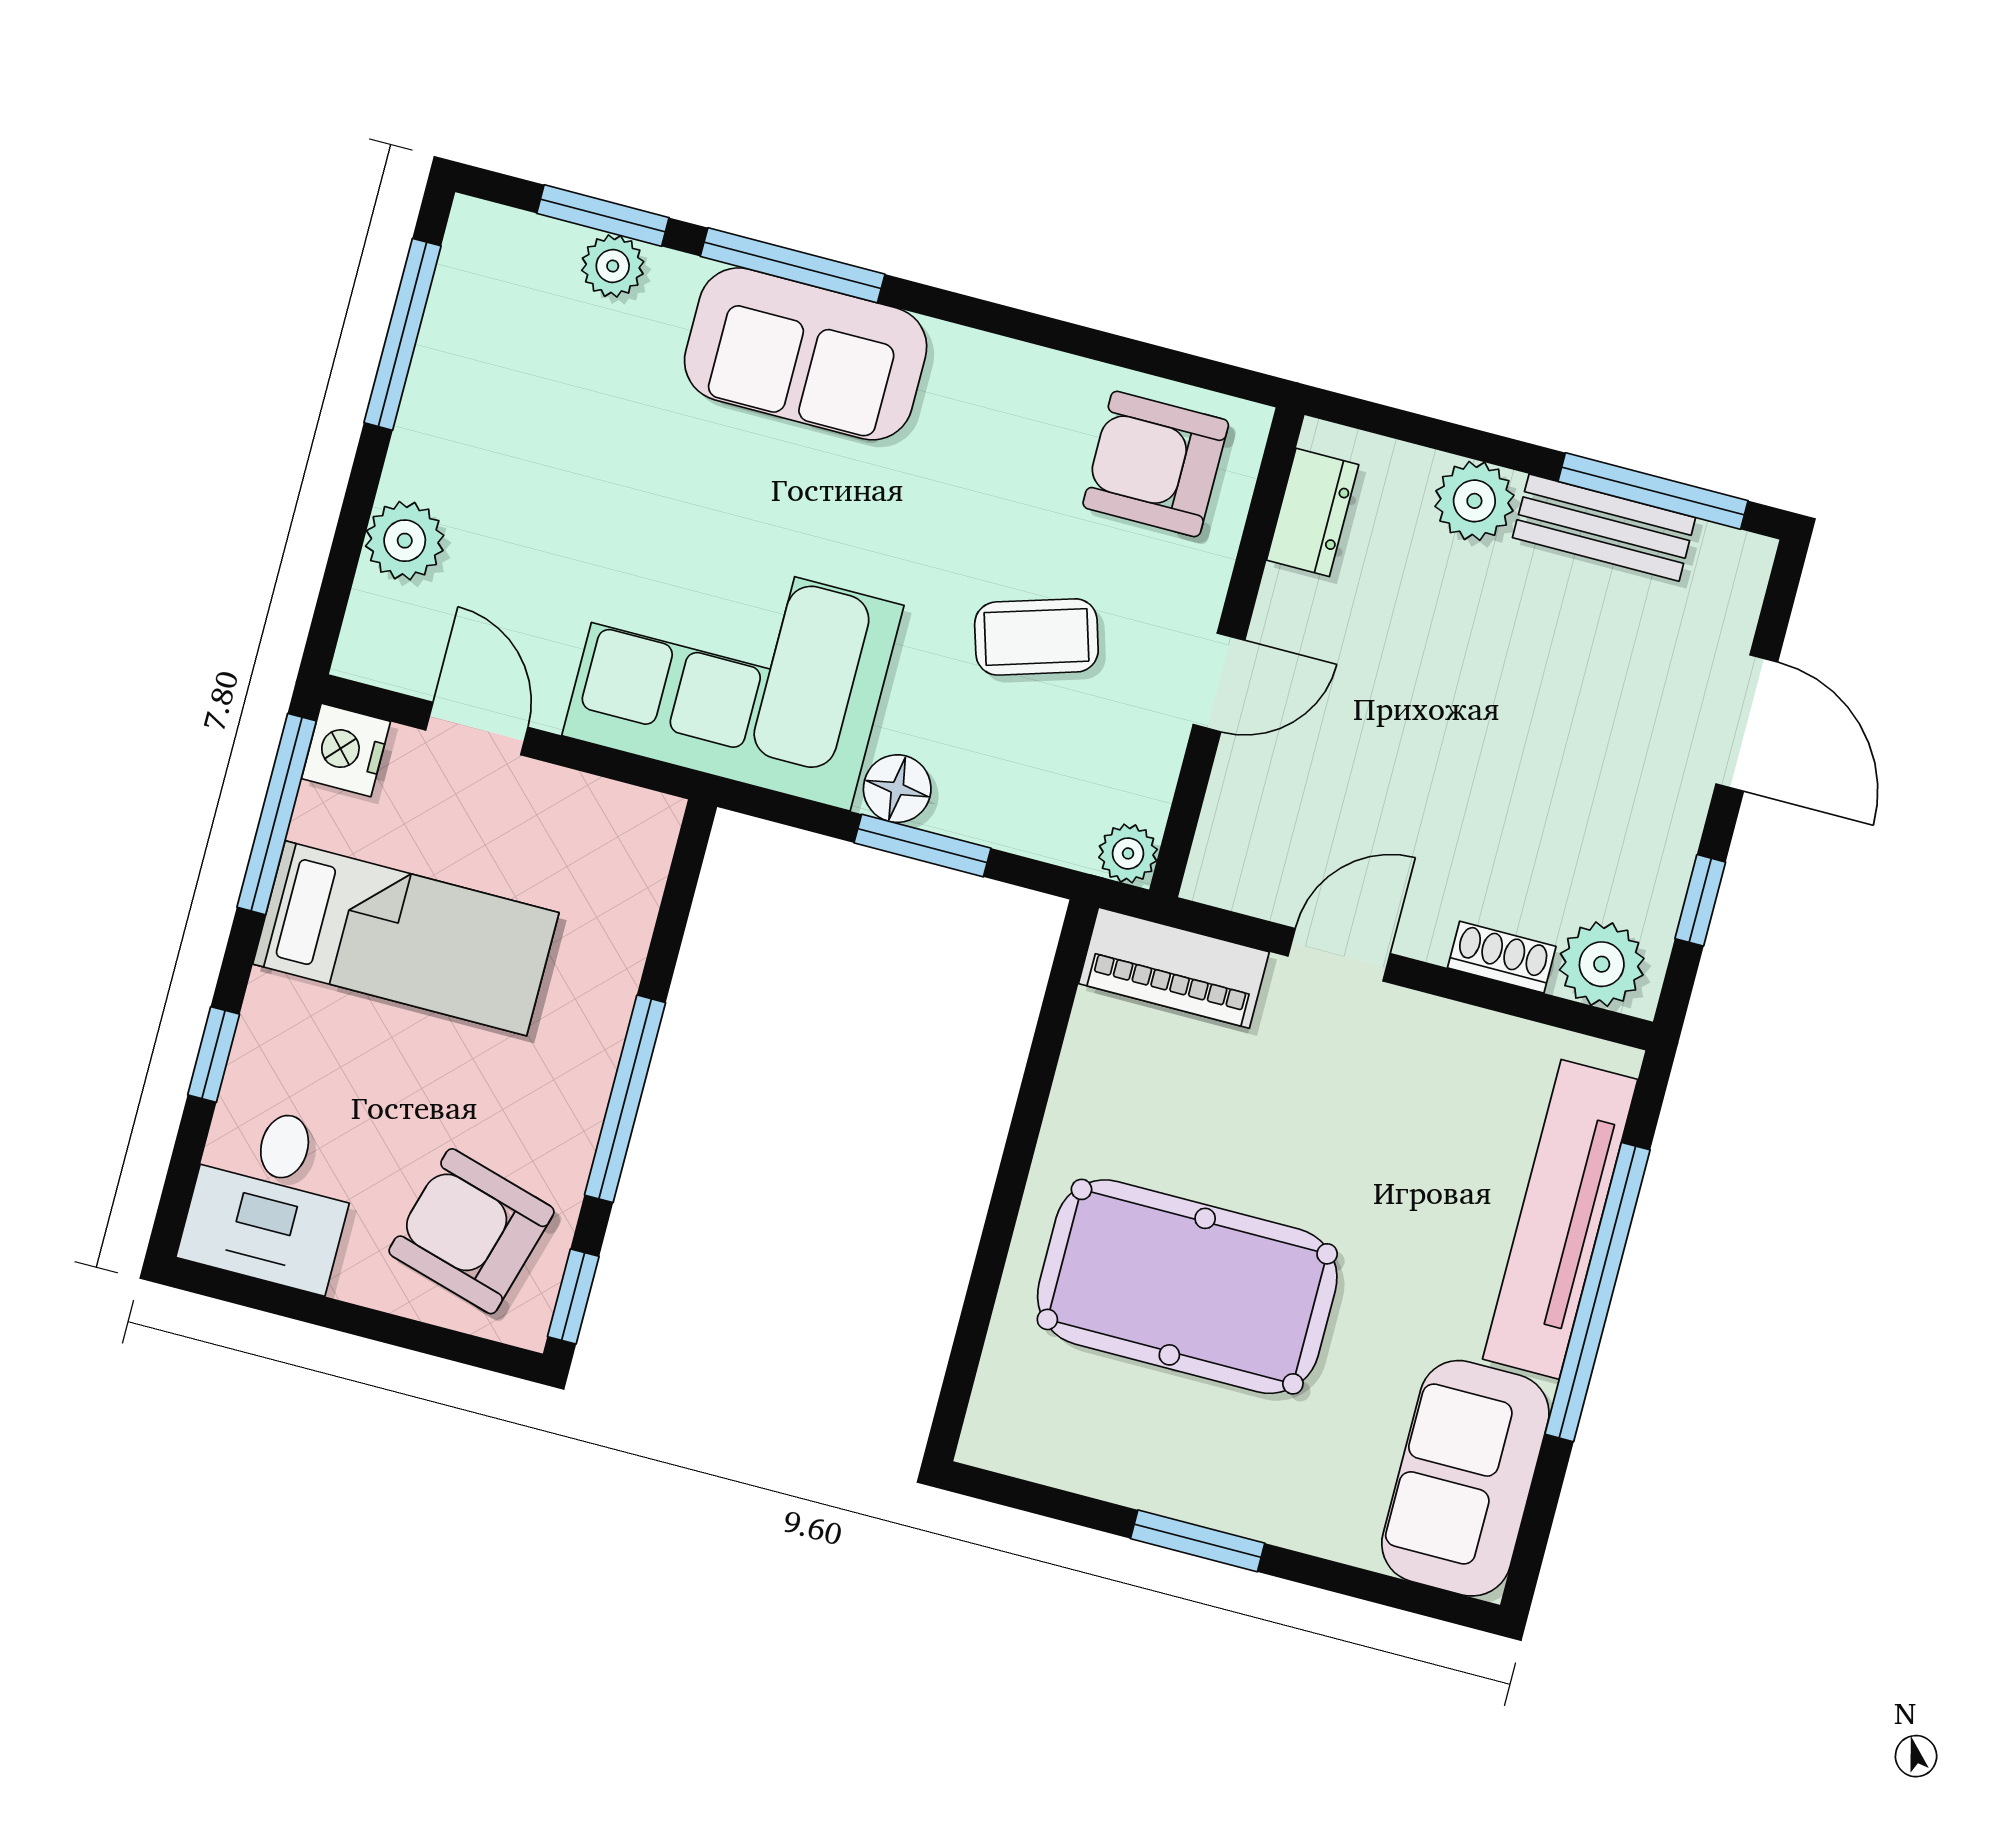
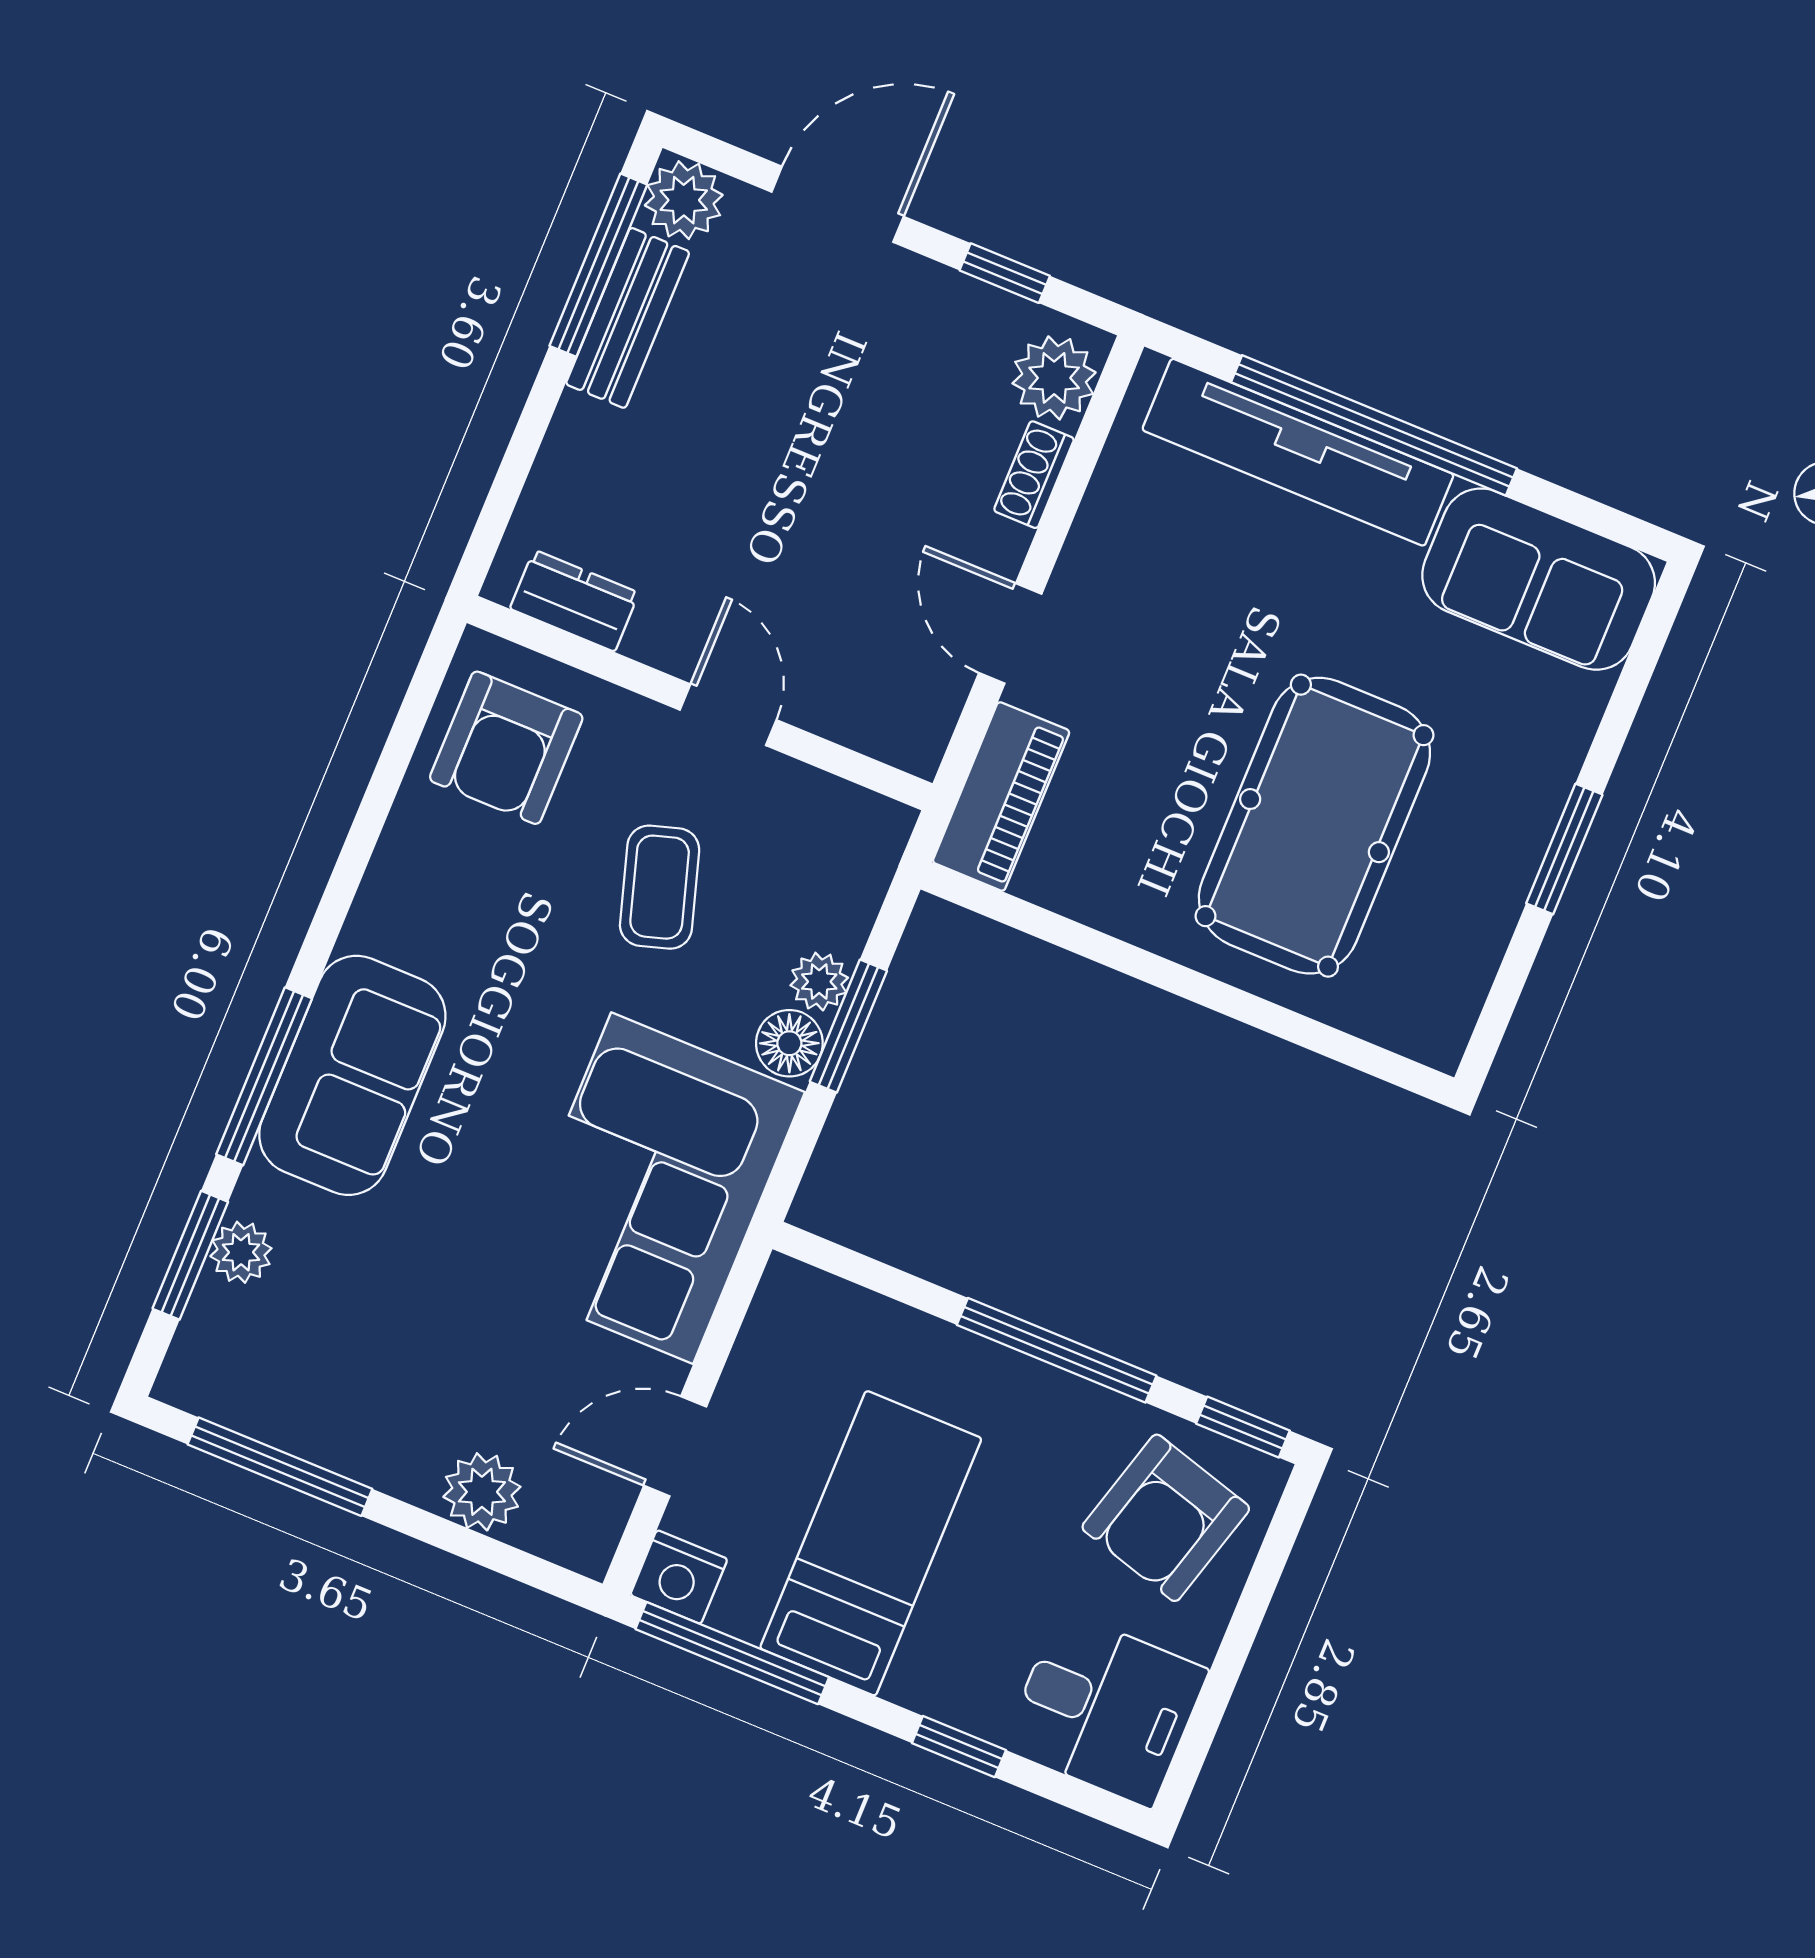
plant: (1474, 501) -> (684, 200), moved
plant: (1128, 853) -> (819, 982), moved

